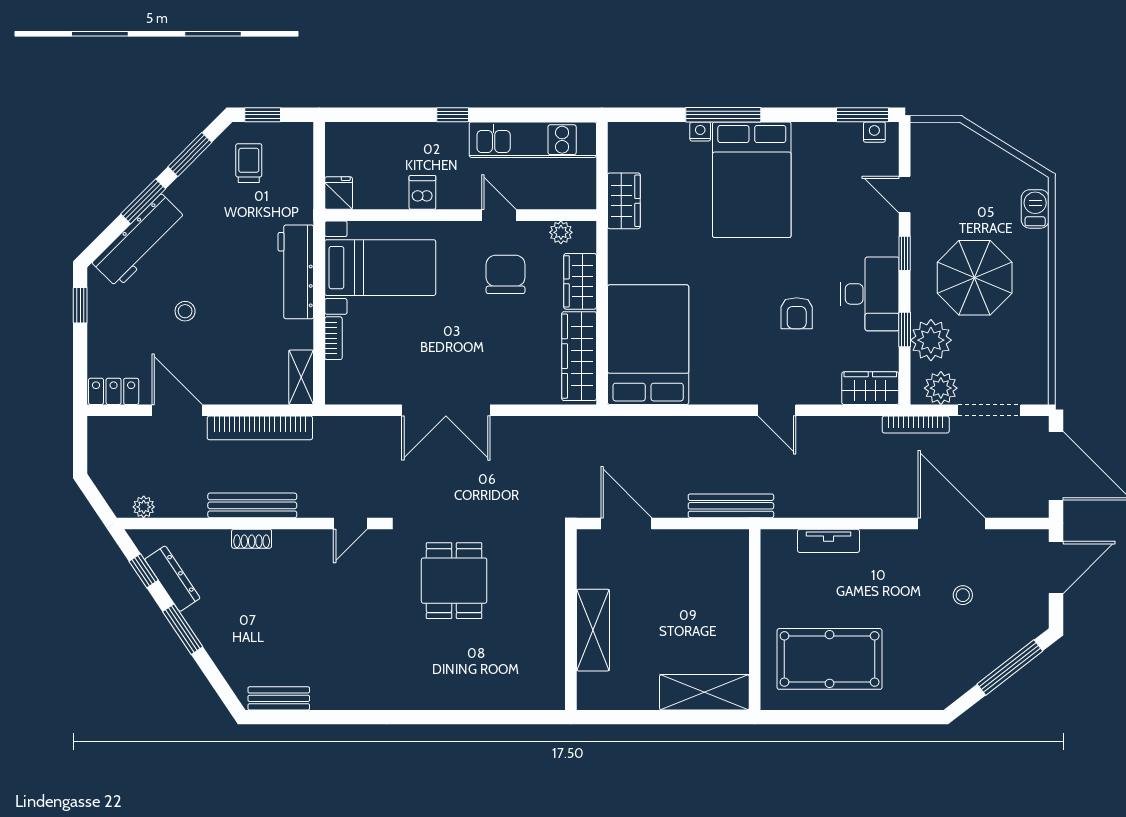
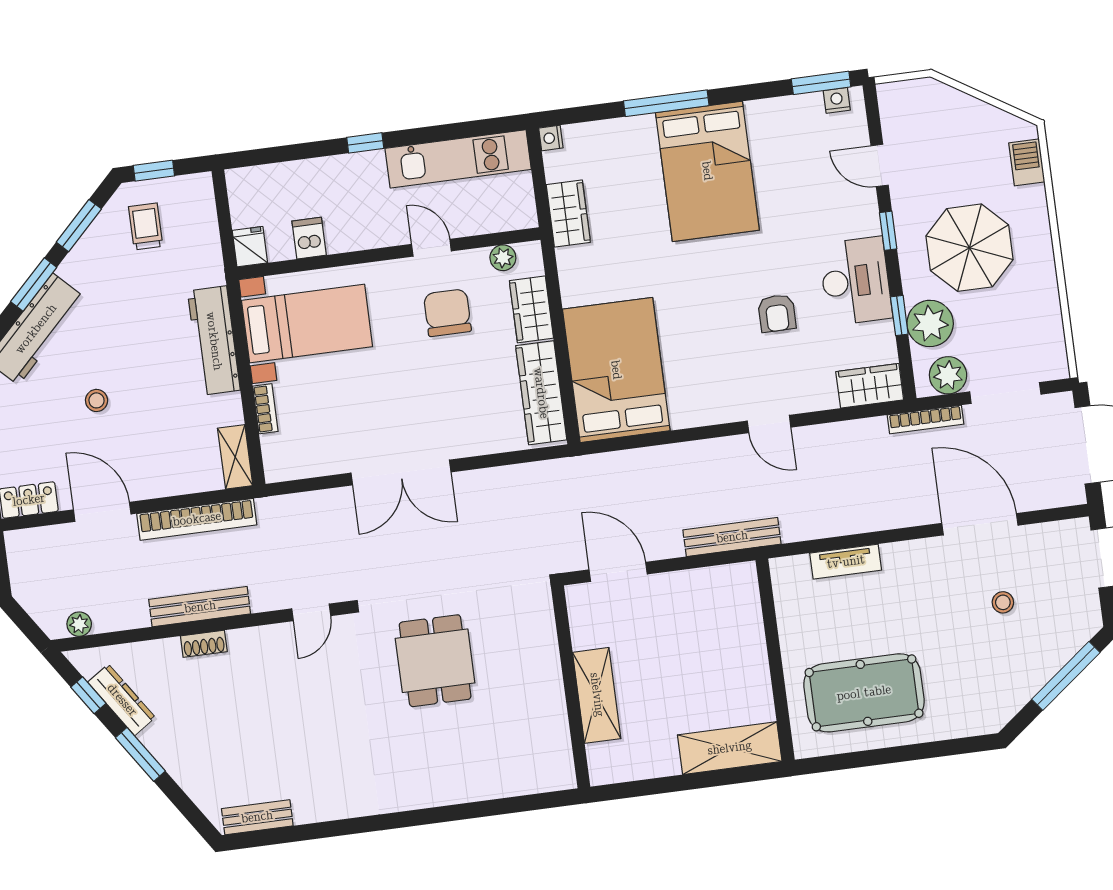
nightstand: (700, 131) -> (551, 138), moved, turned -90
dishwasher: (422, 192) -> (309, 238), moved

